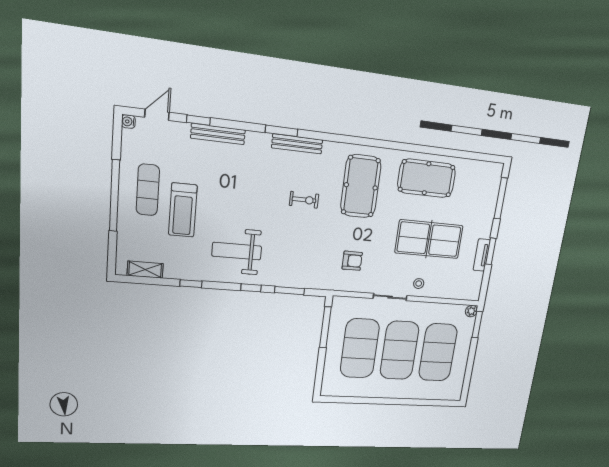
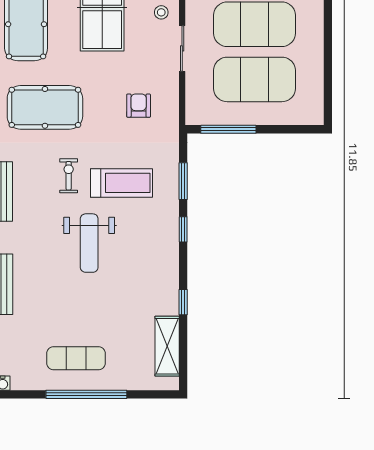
treadmill: (183, 210) -> (122, 183), moved
weight bench: (237, 251) -> (89, 243), moved
shelving: (145, 270) -> (167, 346), width x1.50, depth x1.33

